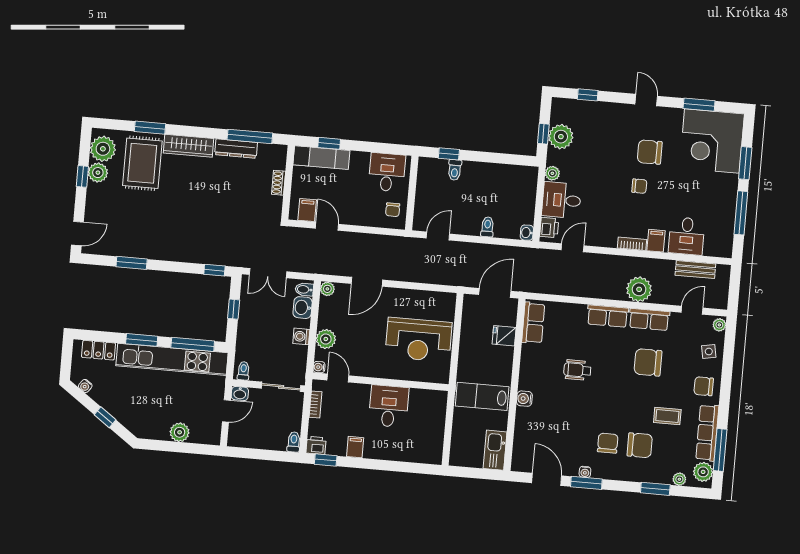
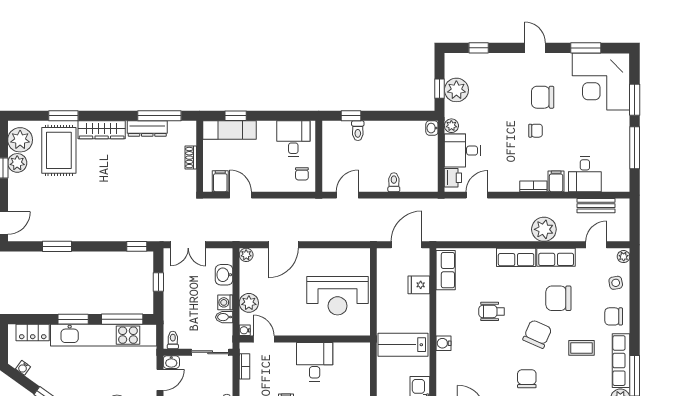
washbasin: (527, 233) -> (432, 128), moved
bidet: (304, 289) -> (224, 317), moved
chair: (640, 445) -> (537, 334), moved, turned -66

